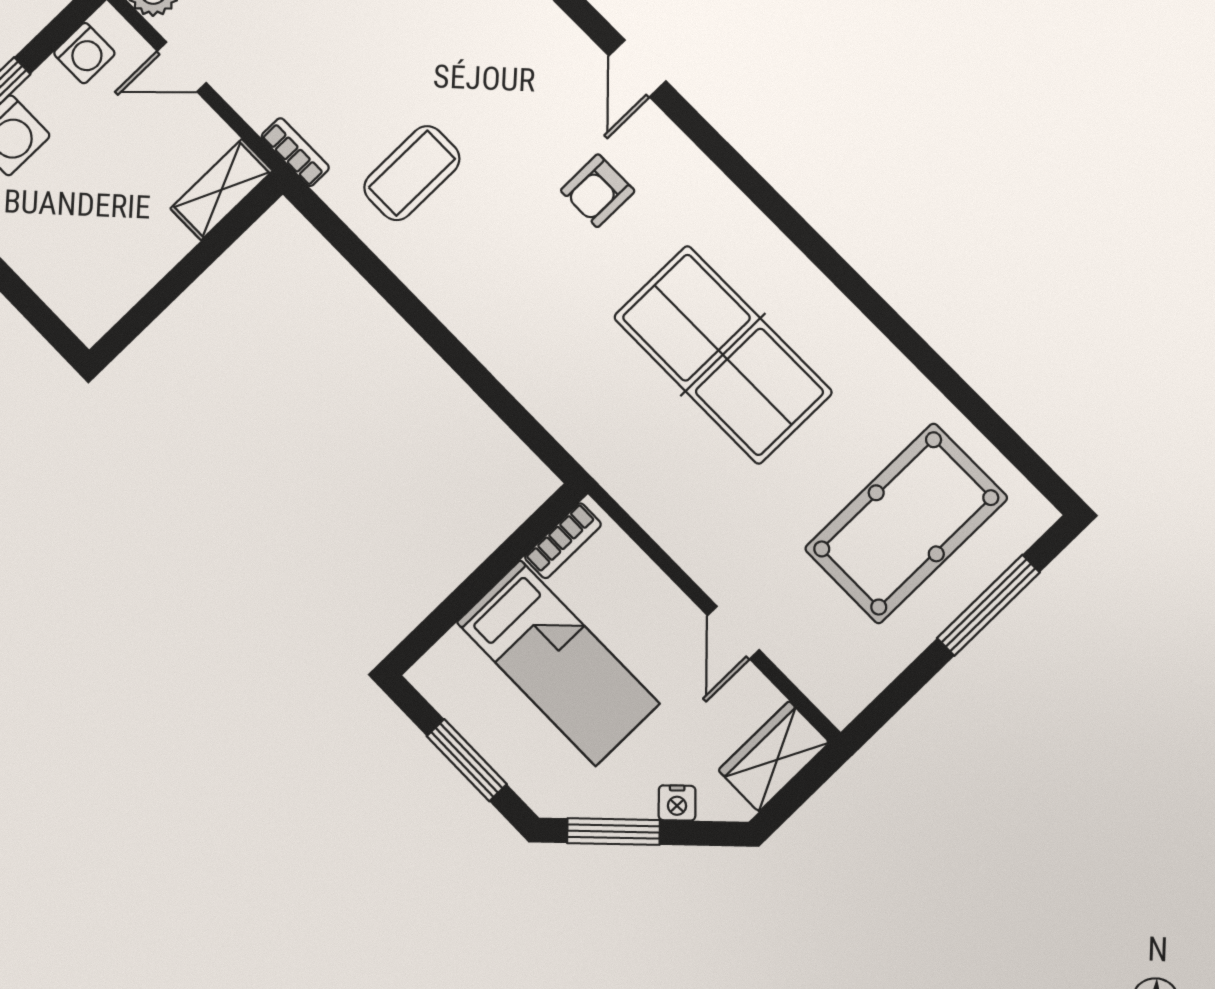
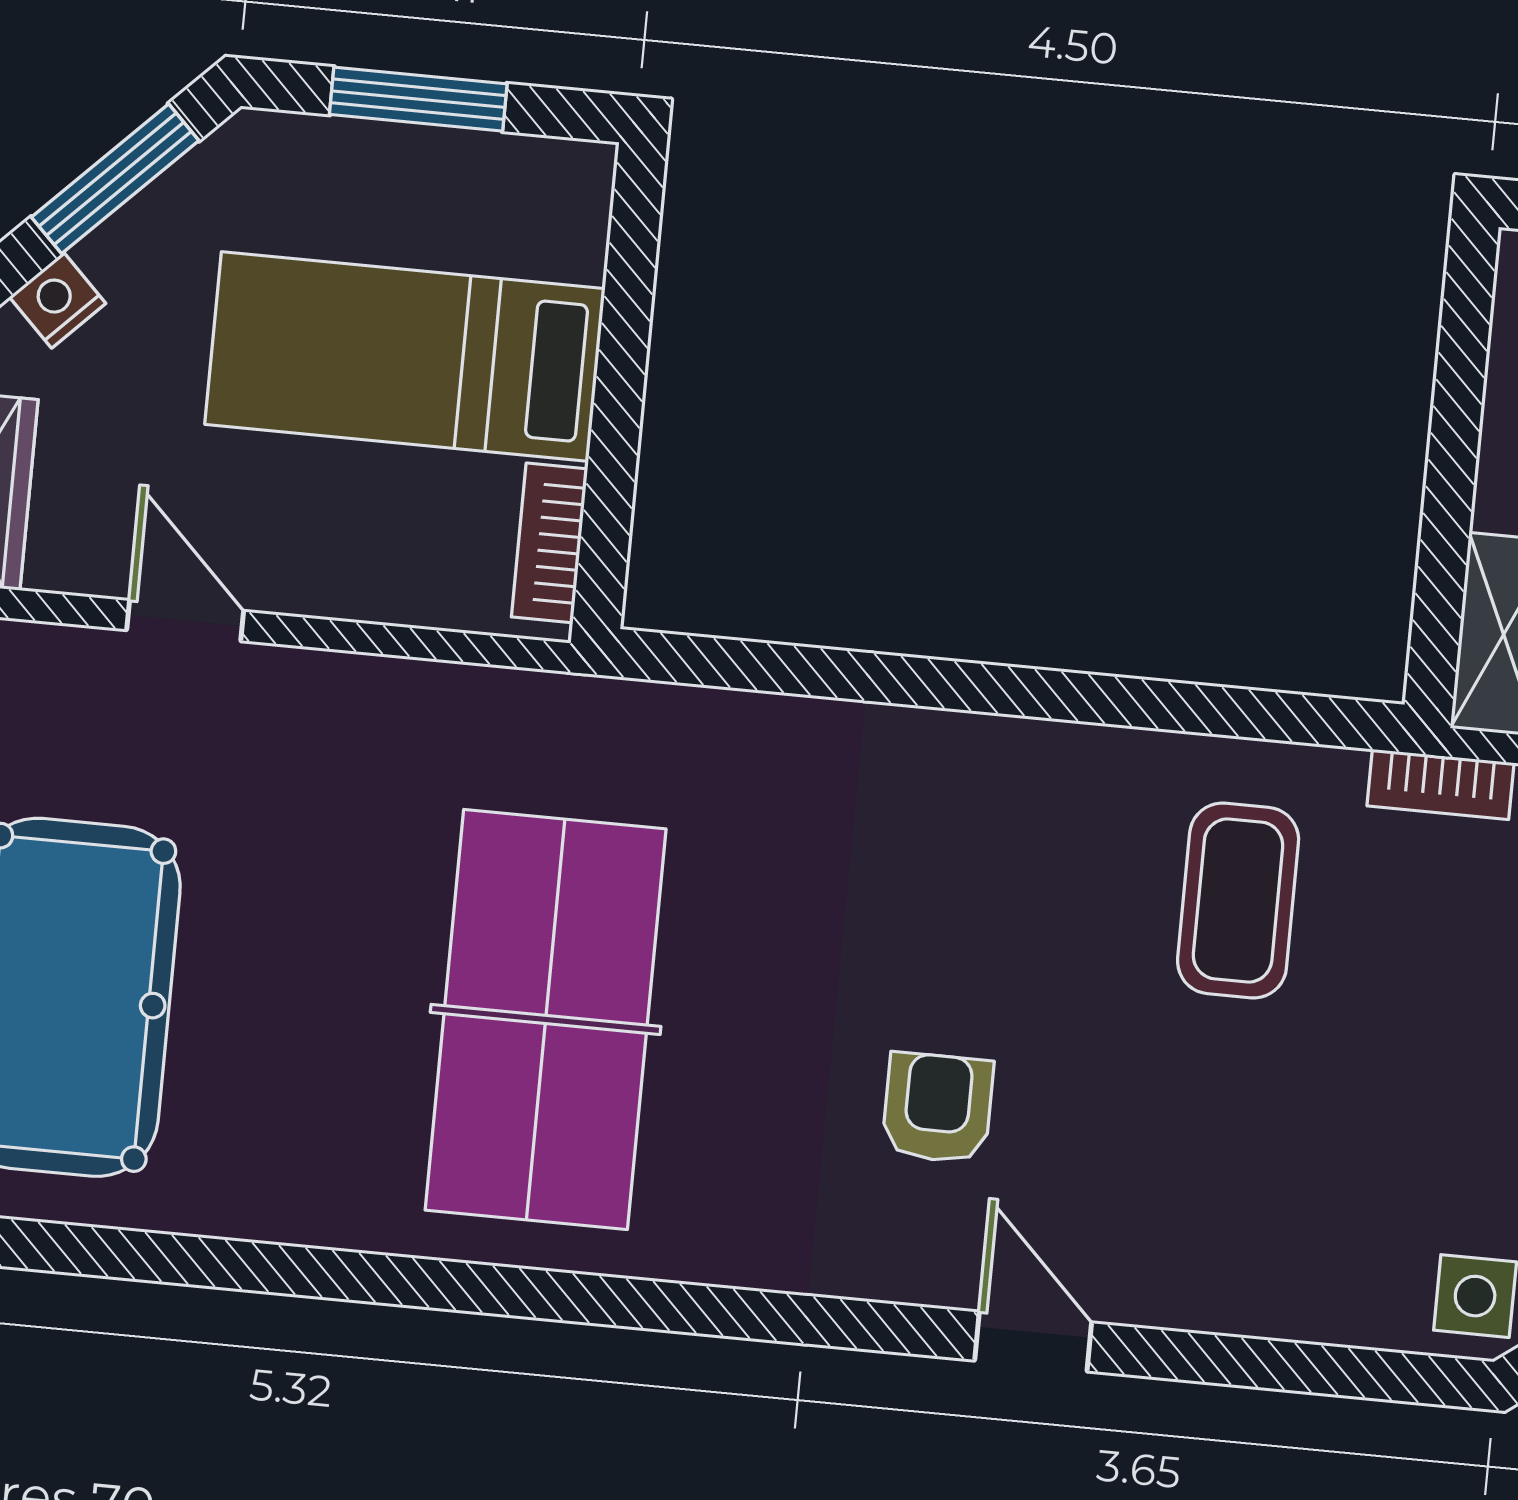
table tennis table: (723, 355) -> (546, 1019), turned 90

